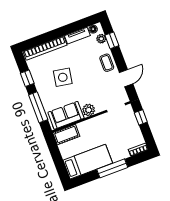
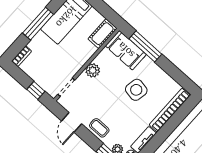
window: (27, 78) -> (172, 70), removed
sofa: (66, 115) -> (126, 50), moved, turned 90

